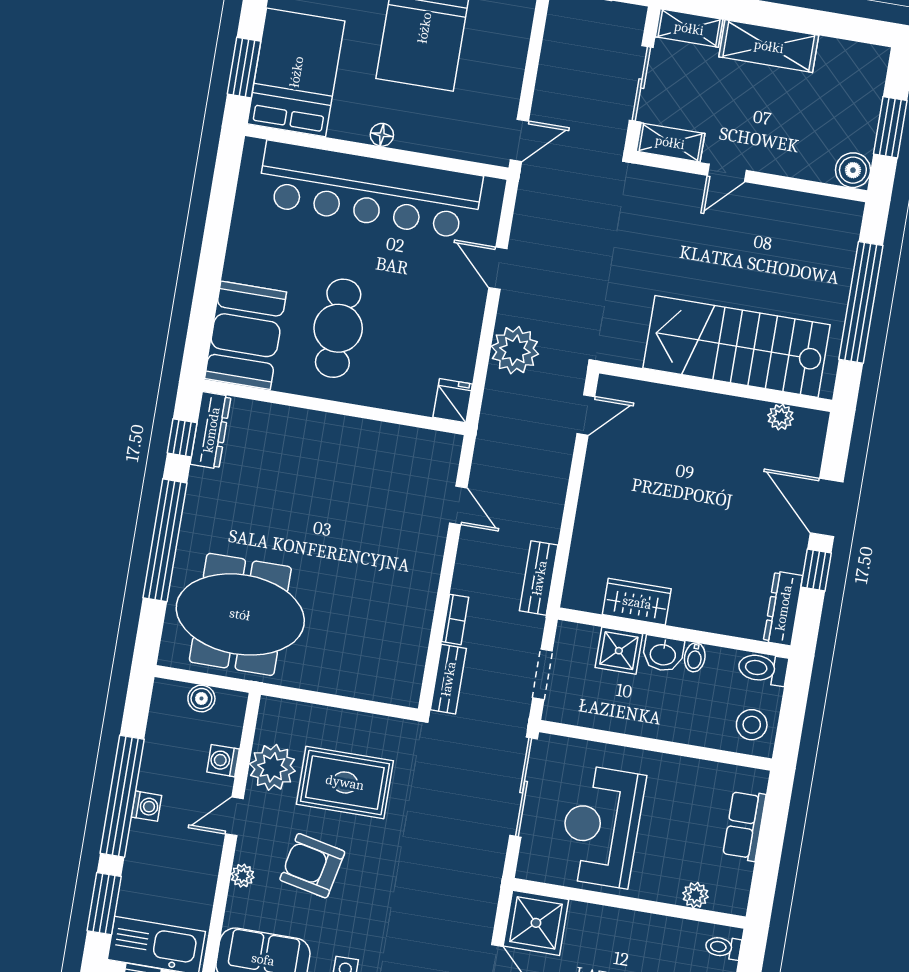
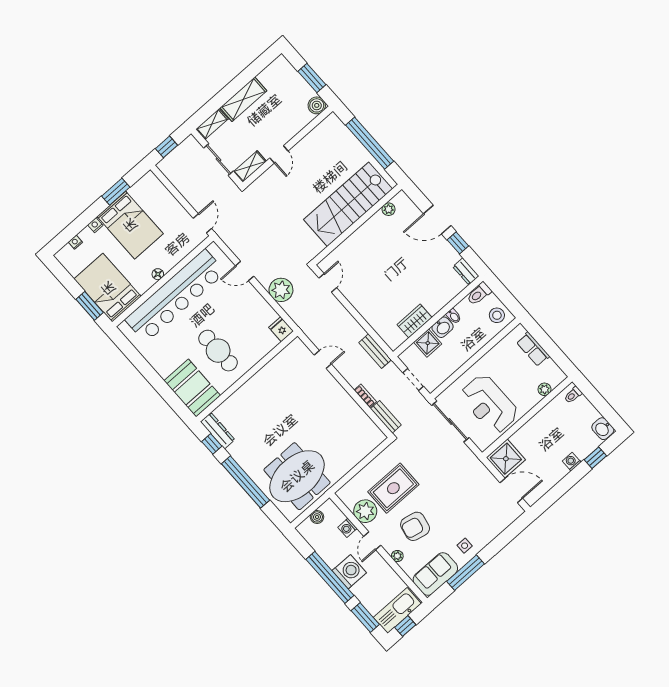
dresser: (783, 608) -> (466, 271), width x0.70
washing machine: (146, 806) -> (349, 572), width x1.89, depth x1.89

